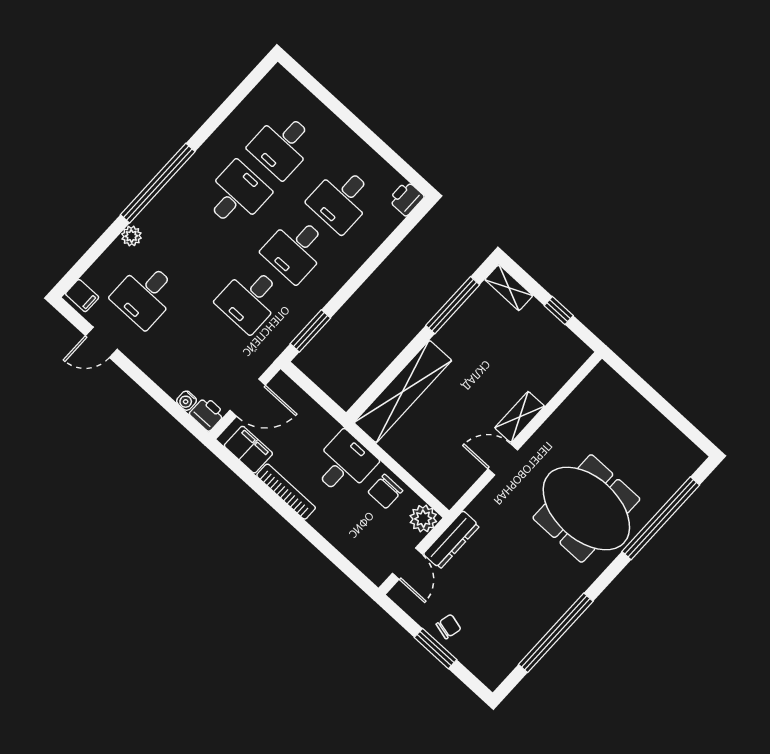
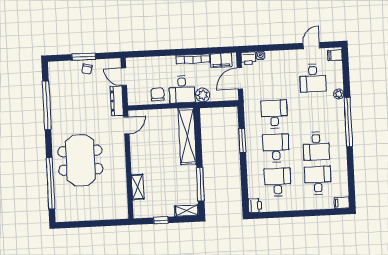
filing cabinet: (281, 80) -> (342, 203), added
desk: (145, 295) -> (313, 78), turned 180
window: (310, 331) -> (242, 140), moved
shelving: (520, 417) -> (138, 187), moved
door: (503, 459) -> (126, 125), moved
meeting table: (586, 508) -> (80, 160), turned 90
plant: (423, 519) -> (203, 95), moved

